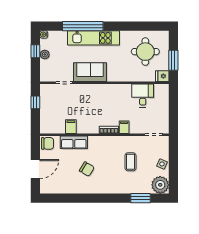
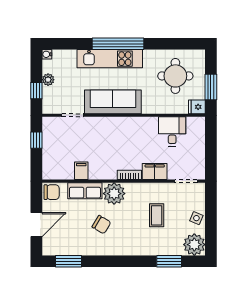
window: (83, 26) -> (118, 44), moved
window: (35, 51) -> (36, 91), moved
sofa: (90, 72) -> (113, 102), width x1.36
filing cabinet: (124, 127) -> (155, 172), width x2.00
plant: (97, 145) -> (114, 194), added
window: (61, 198) -> (69, 261), added

